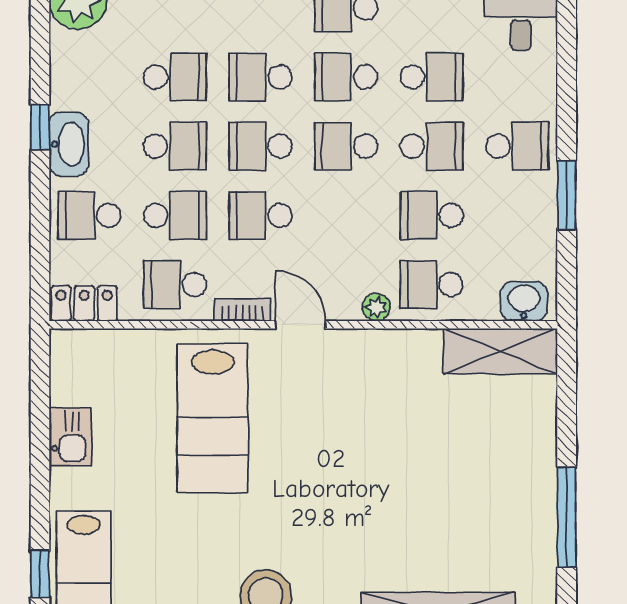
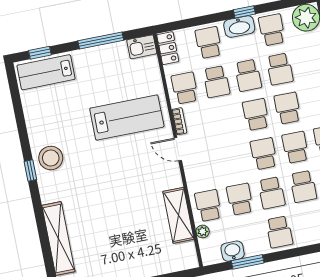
window: (567, 195) -> (248, 262), moved
school desk: (261, 215) -> (272, 30), moved
washbasin: (524, 301) -> (233, 251), moved, turned -90
plant: (376, 307) -> (203, 231), moved
door: (300, 325) -> (178, 149), swing flipped
shelving: (500, 351) -> (178, 215), moved
lab bench: (213, 419) -> (127, 118), turned 180
kitchen sink: (70, 437) -> (142, 47), moved
window: (40, 441) -> (101, 41), added

